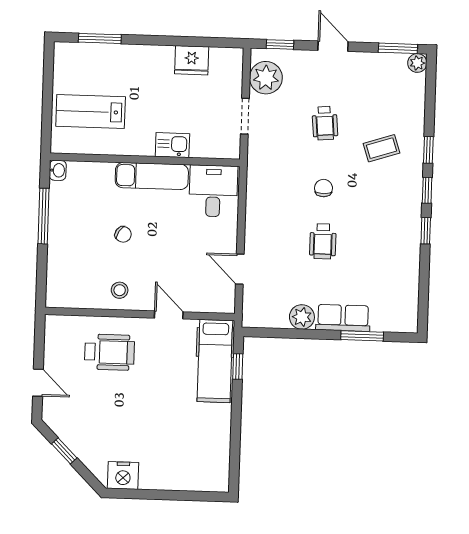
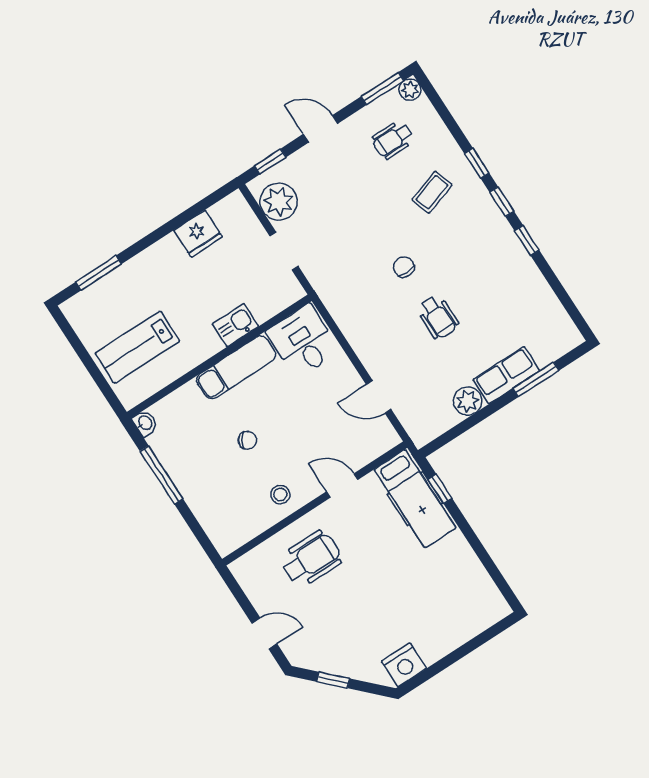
wheelchair: (325, 123) -> (393, 140), moved, turned 95

